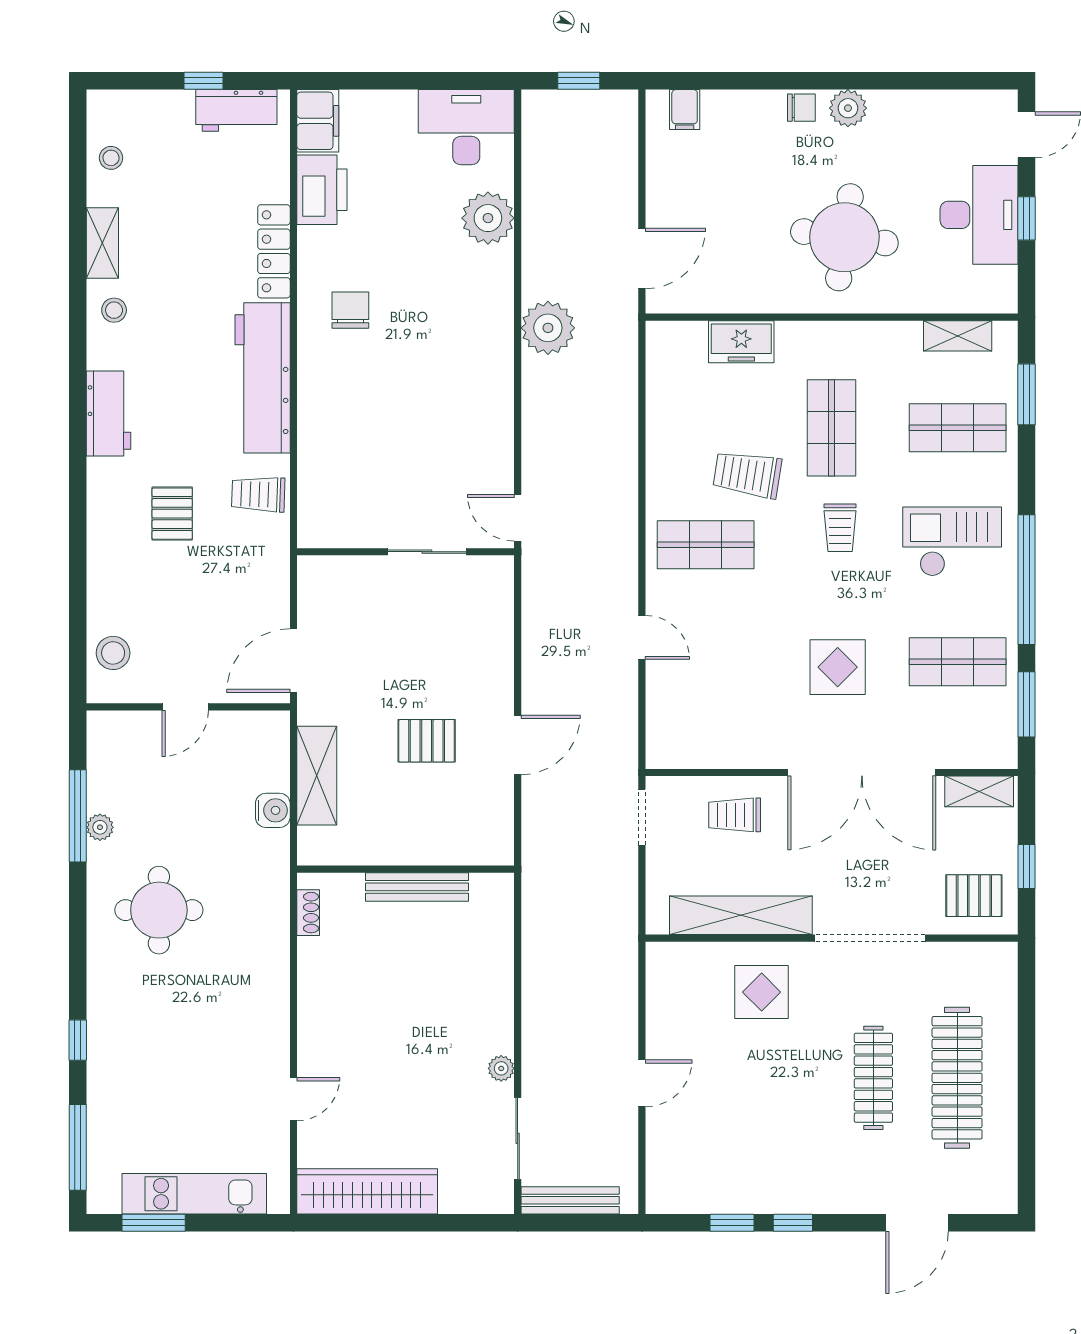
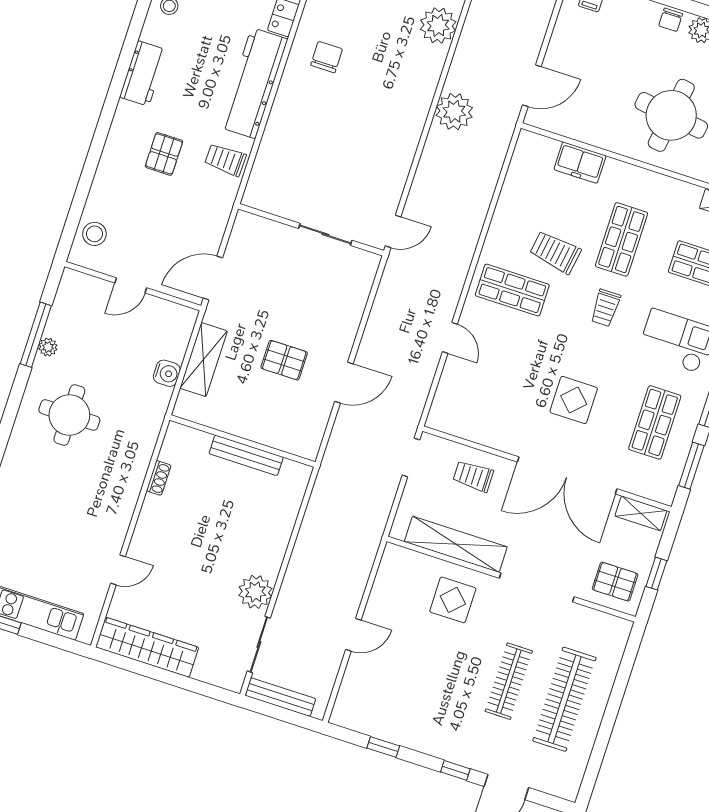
chair: (801, 108) -> (671, 20), turned 90
door: (518, 518) -> (393, 231), swing flipped
shop shelf: (958, 662) -> (655, 422), turned 90
shoe rack: (308, 913) -> (159, 478), moved
plant: (501, 1068) -> (255, 592), width x1.88, depth x1.88
window: (793, 1223) -> (455, 770), moved

